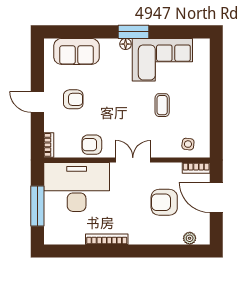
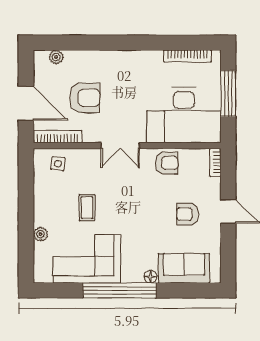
window: (133, 32) -> (120, 290), width x2.11
floor lamp: (126, 44) -> (150, 277), moved
plant: (203, 82) -> (40, 234), added
bookcase: (196, 168) -> (58, 137), width x1.56
bookcase: (107, 239) -> (187, 56), moved

